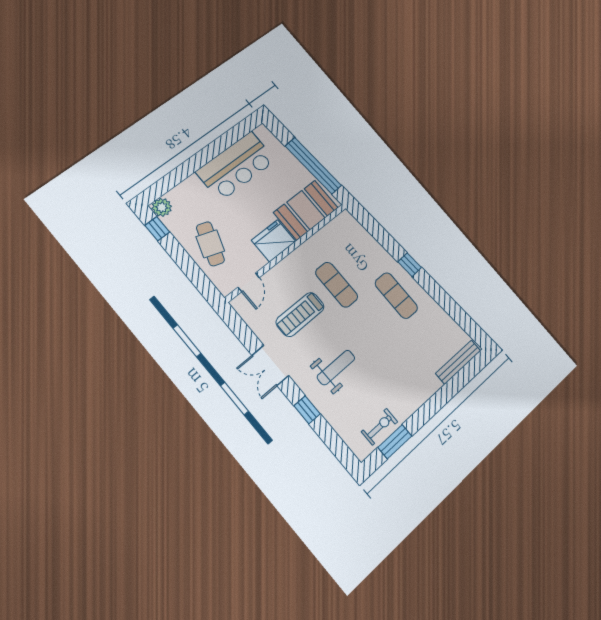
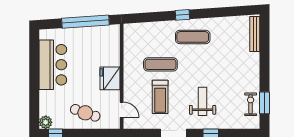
booth: (306, 210) -> (107, 47), removed

